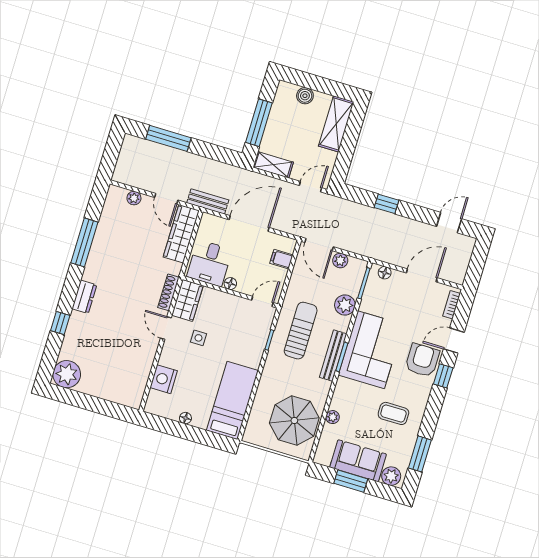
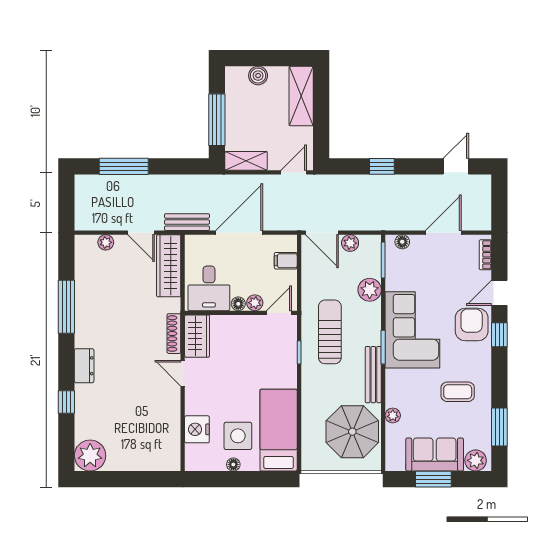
plant: (245, 287) -> (255, 303), added
side table: (199, 338) -> (238, 436), moved, width x1.87, depth x1.87
bench: (333, 356) -> (373, 375), moved

